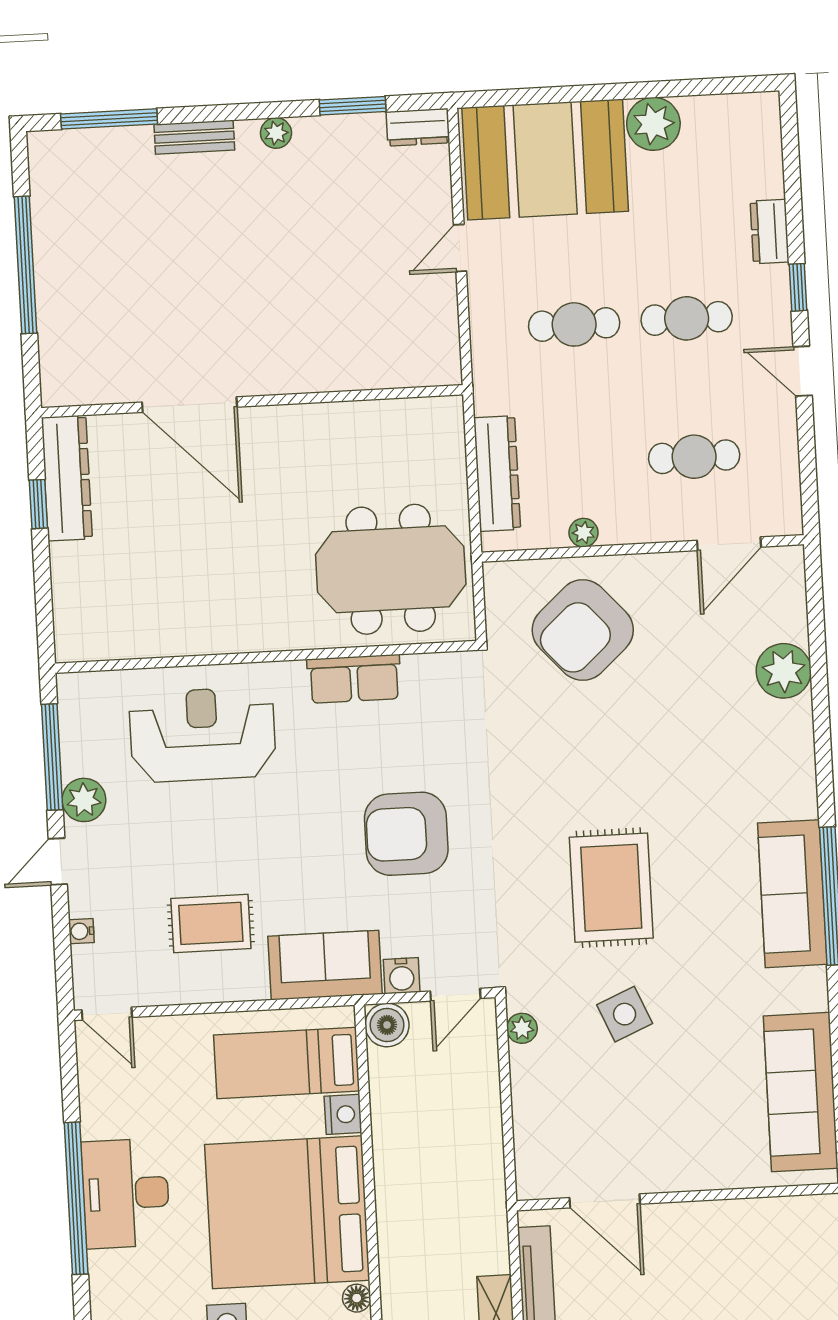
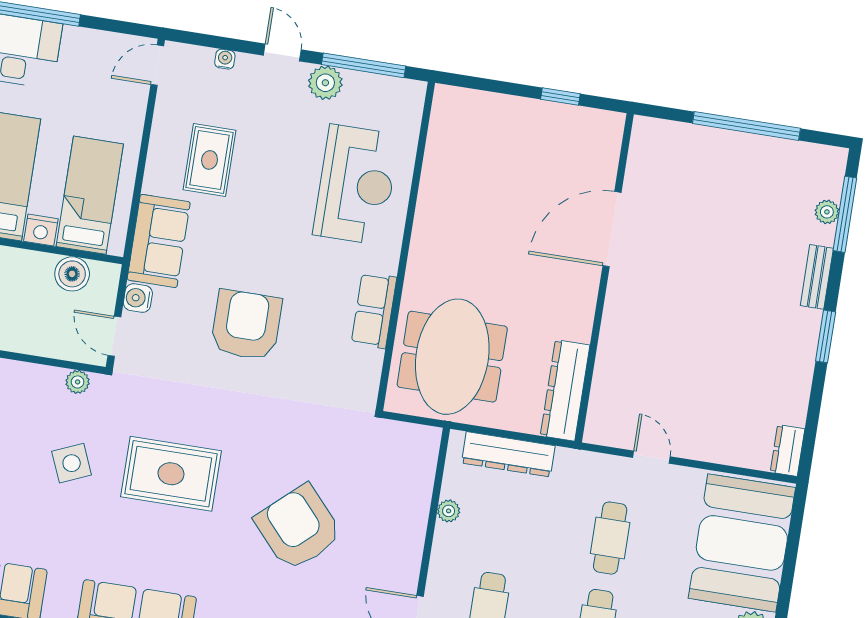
window: (353, 106) -> (826, 336), moved
plant: (276, 133) -> (827, 212), moved
door: (460, 248) -> (651, 457), moved
dresser: (67, 478) -> (565, 390), moved, turned 90
armchair: (583, 630) -> (298, 528), moved
boiler: (387, 1025) -> (72, 274), moved

